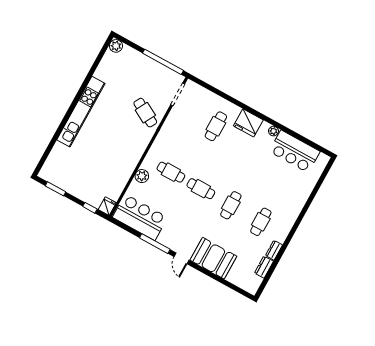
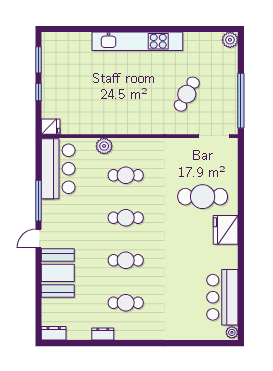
cafe table: (145, 113) -> (187, 94), moved
cafe table: (216, 126) -> (203, 197), width x1.37, depth x1.35
plant: (273, 131) -> (232, 332), moved
cafe table: (171, 172) -> (126, 175), turned 90
cafe table: (201, 189) -> (126, 218), turned 90
window: (90, 208) -> (38, 92), moved
dresser: (264, 267) -> (54, 333), moved

